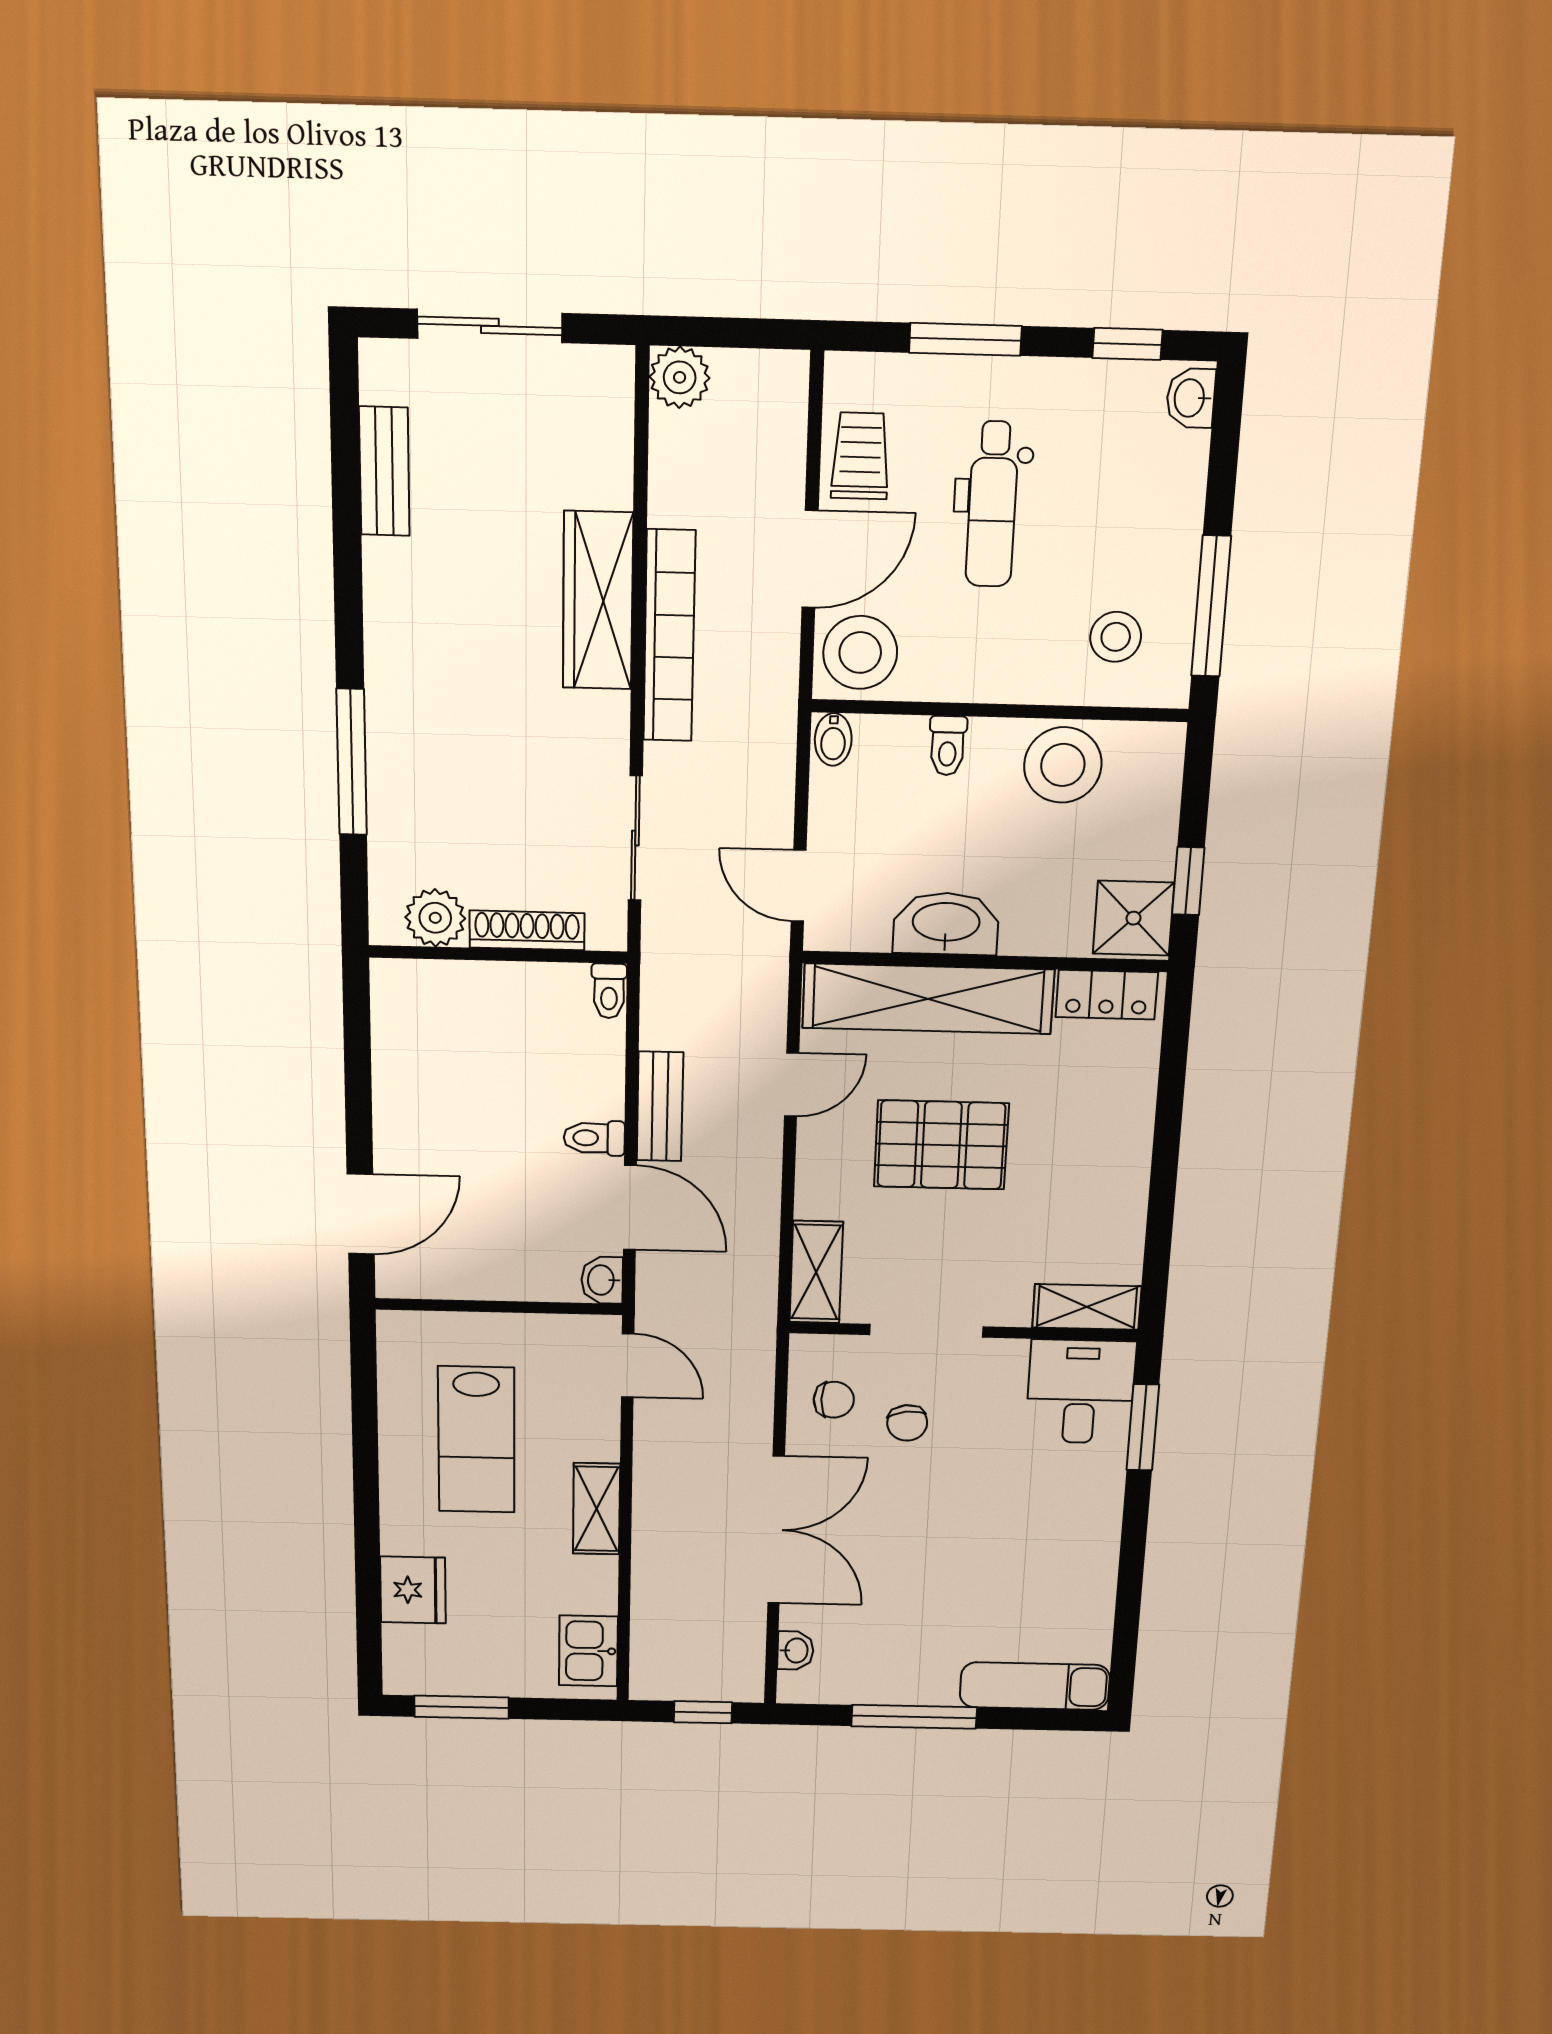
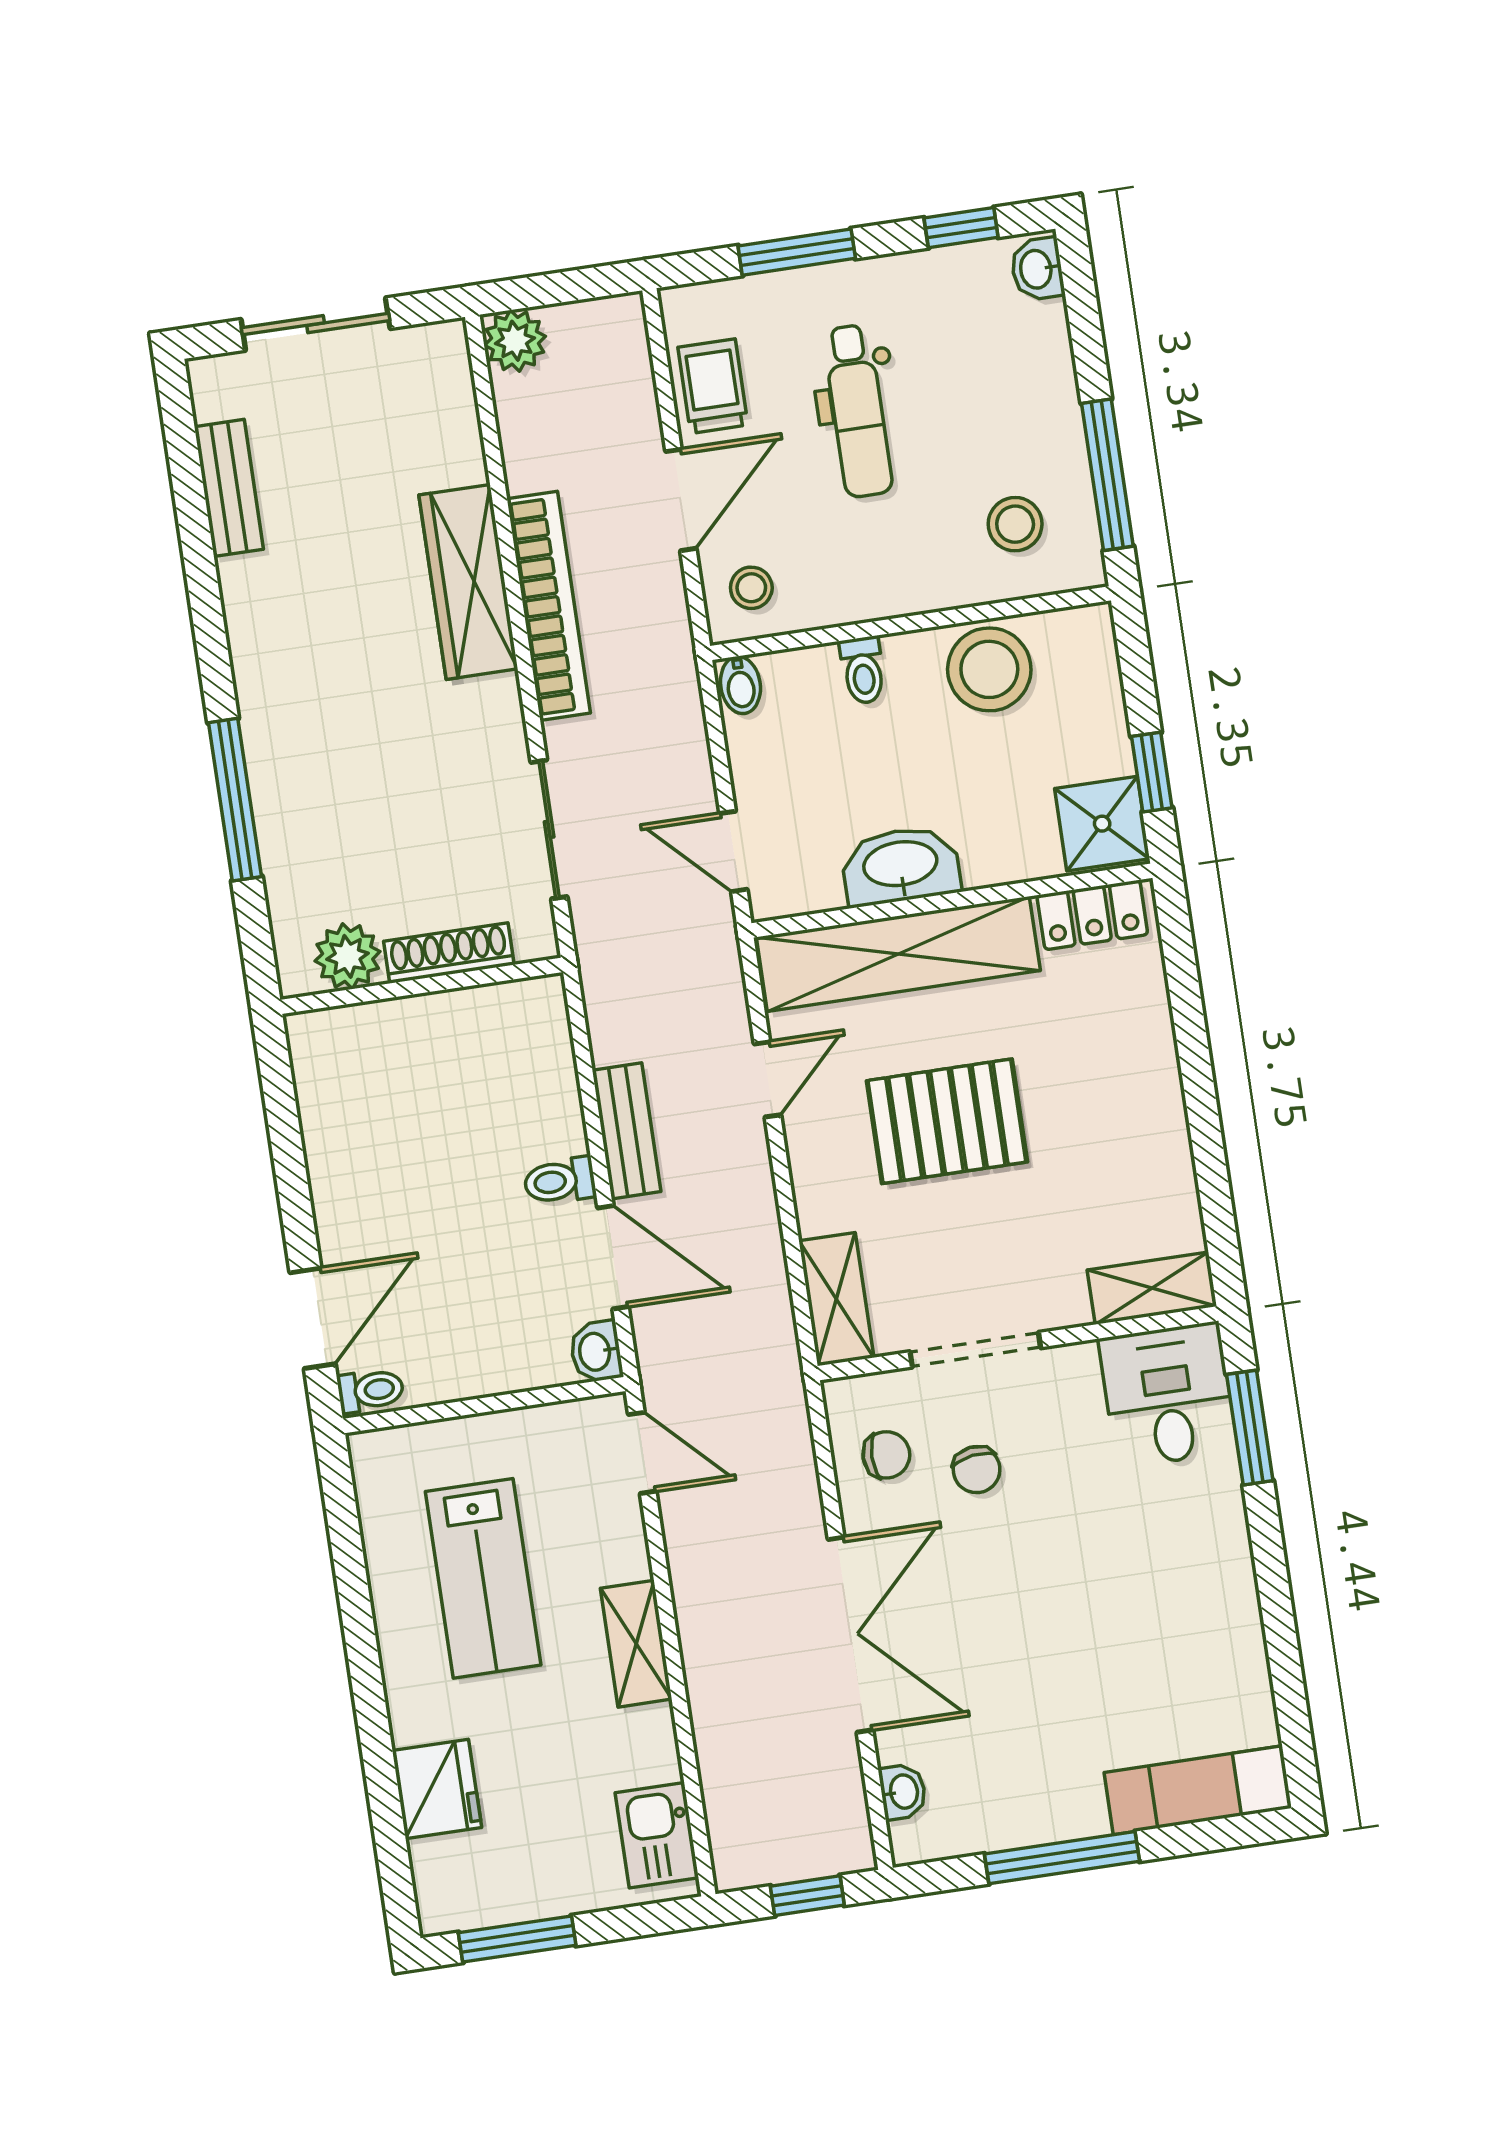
stool: (860, 653) -> (751, 588), width x0.53, depth x0.53
toilet: (609, 991) -> (371, 1390), moved, turned -90

